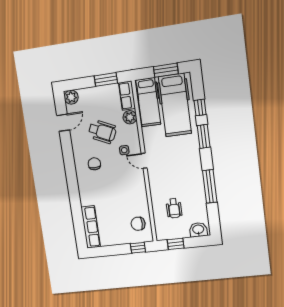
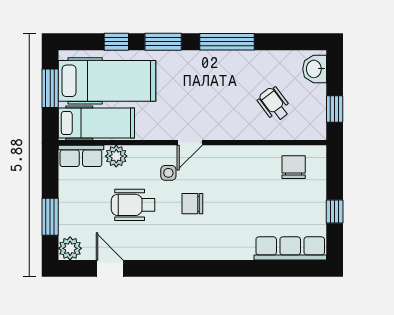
window: (106, 79) -> (50, 217), moved
wheelchair: (102, 132) -> (133, 205), turned -115
chair: (94, 164) -> (192, 204), moved
window: (210, 186) -> (227, 42), moved
wheelchair: (174, 208) -> (274, 104), turned -127
chair: (138, 224) -> (294, 167), turned 180
window: (138, 248) -> (335, 211), moved

